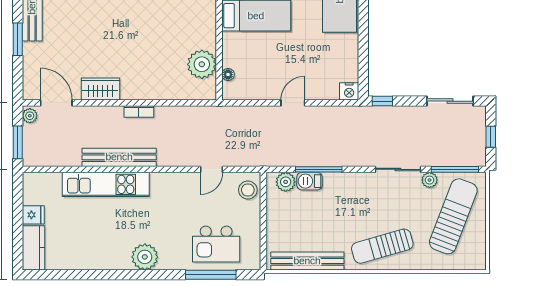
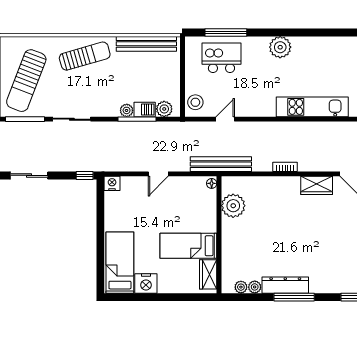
floor lamp: (228, 74) -> (212, 183), moved
bench: (119, 157) -> (221, 164), moved
plant: (430, 180) -> (127, 110), moved

